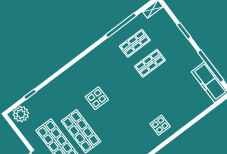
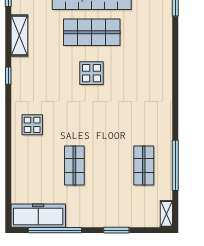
shop shelf: (150, 63) -> (74, 166), moved
display table: (97, 98) -> (92, 73), moved

